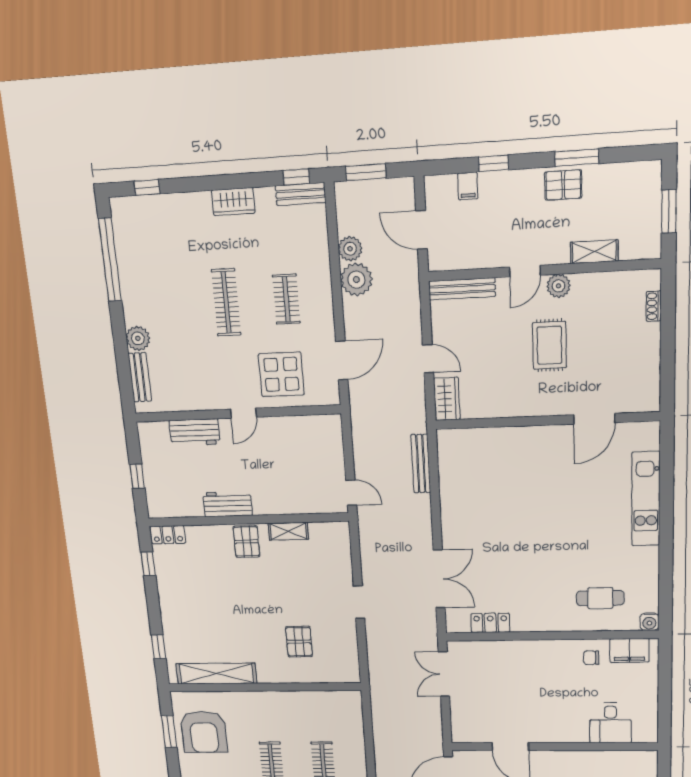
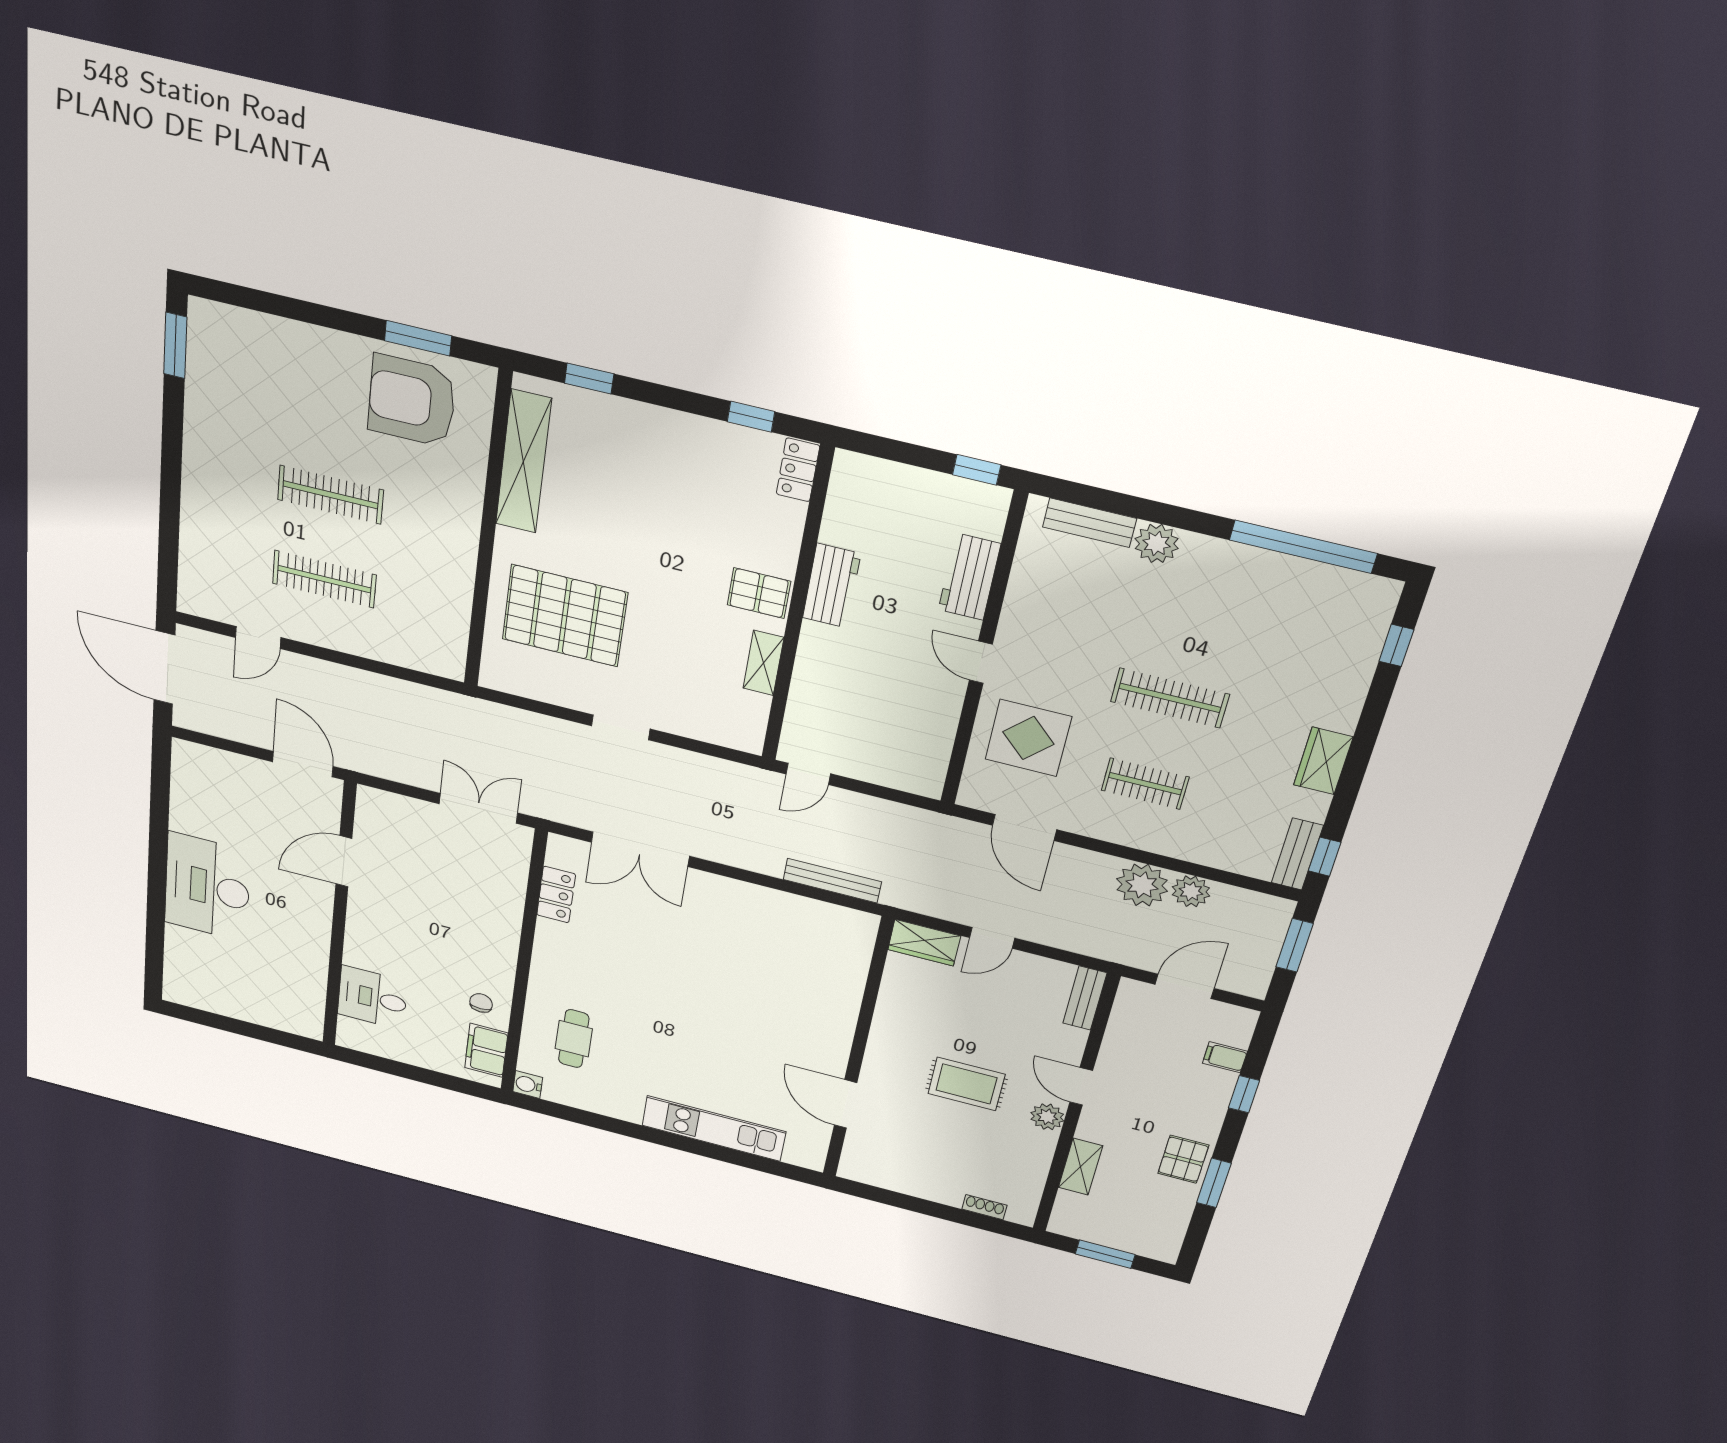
bench: (462, 289) -> (1085, 998), width x0.73
window: (137, 476) -> (977, 470), moved
pallet: (299, 642) -> (565, 616), width x2.05, depth x2.00

